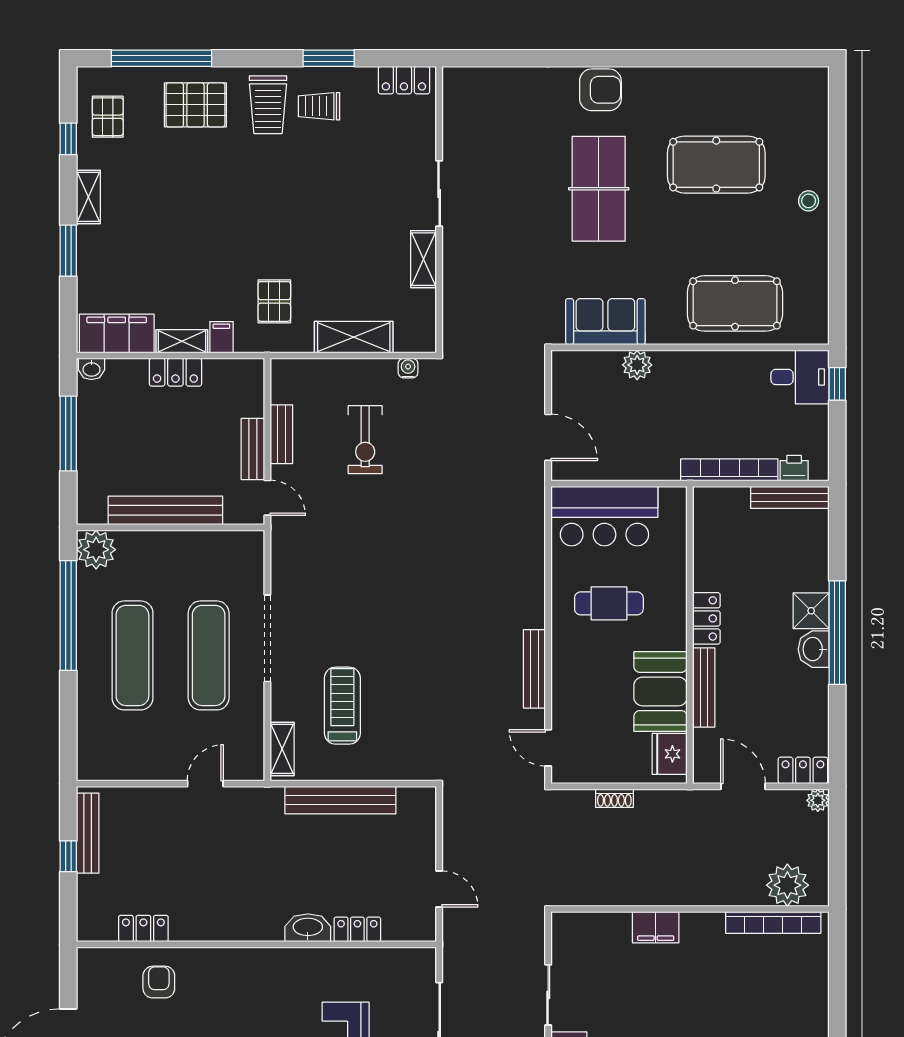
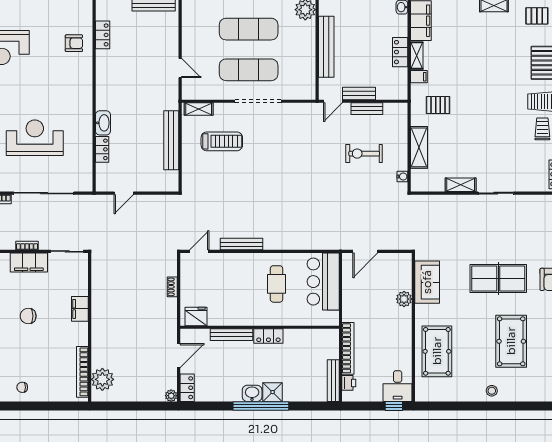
booth: (661, 691) -> (229, 312), removed
plant: (787, 885) -> (102, 379), moved
wall: (690, 909) -> (90, 327), moved
bookcase: (773, 923) -> (82, 372), moved
filing cabinet: (656, 927) -> (80, 309), moved

